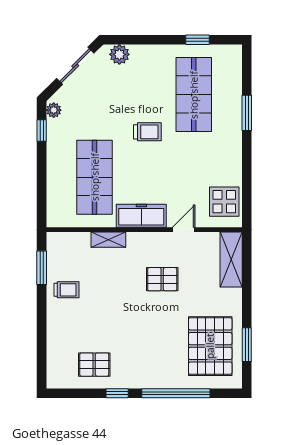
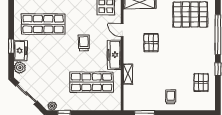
window: (198, 40) -> (11, 46), moved
freezer: (148, 56) -> (20, 51), added
trolley: (147, 132) -> (84, 43), moved
trolley: (66, 290) -> (171, 97), moved

